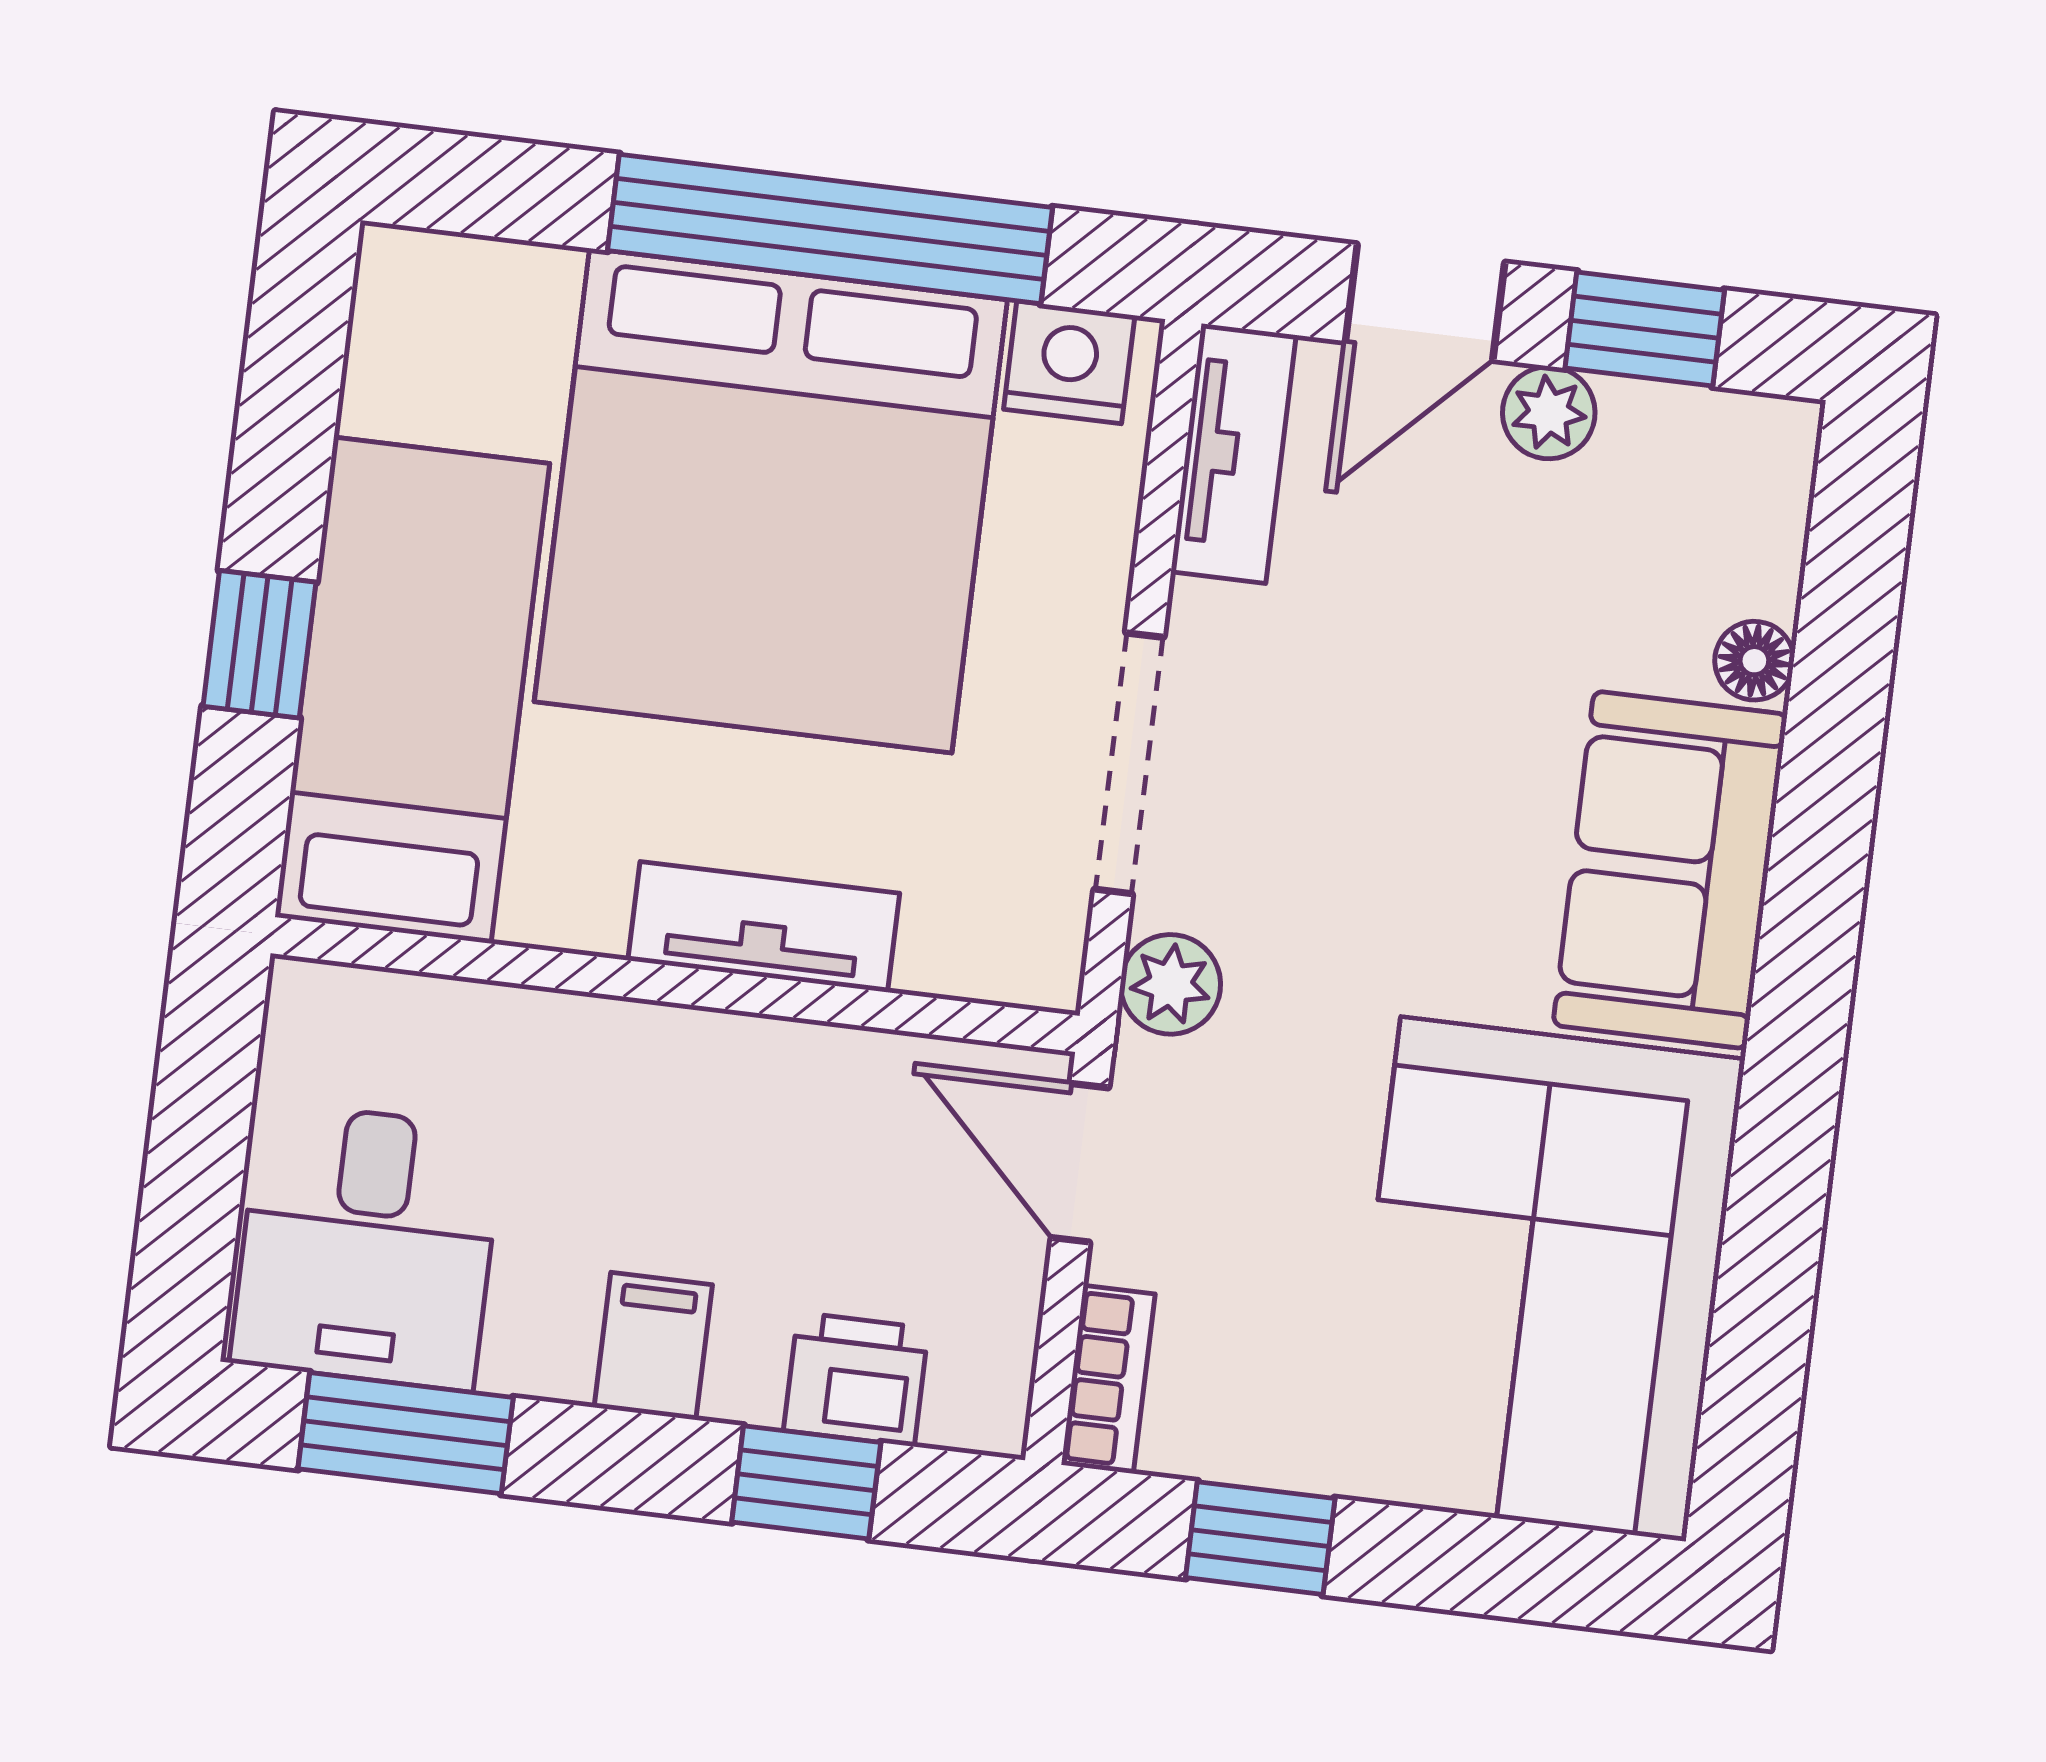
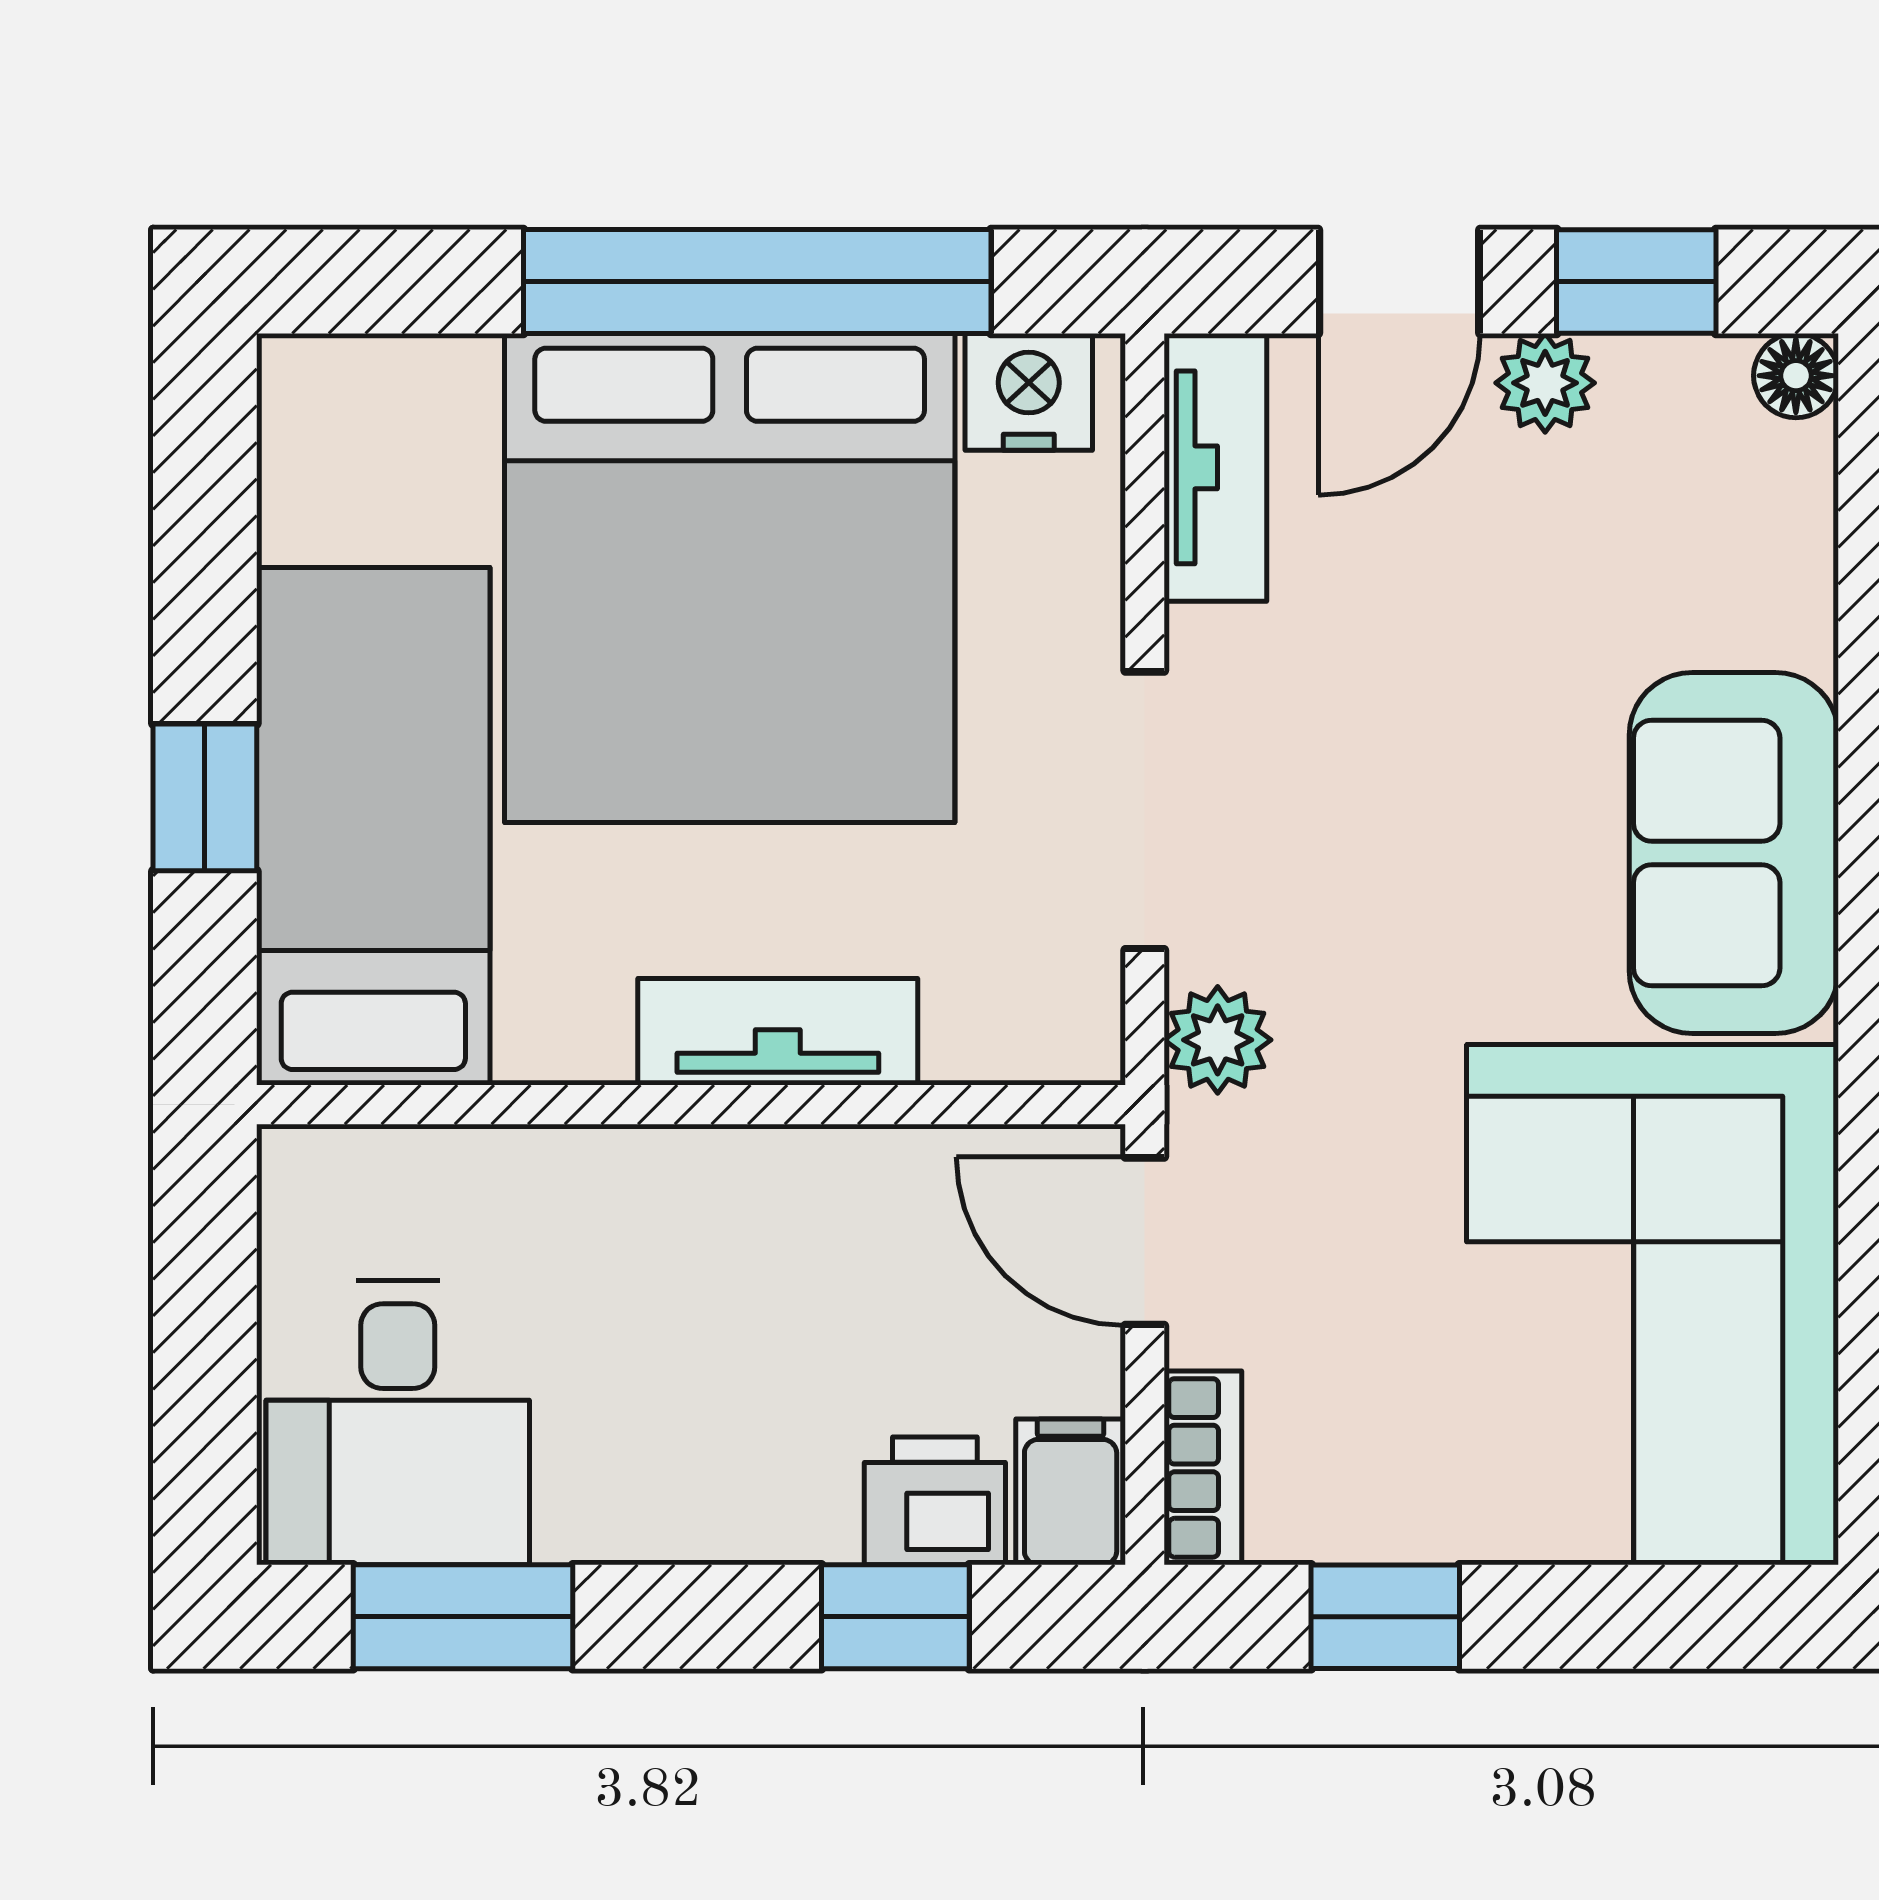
floor lamp: (1754, 661) -> (1796, 376), moved
filing cabinet: (653, 1346) -> (1071, 1492), moved

